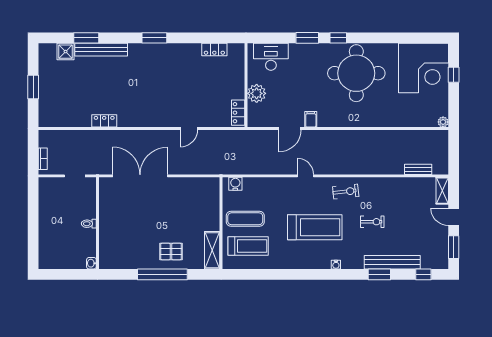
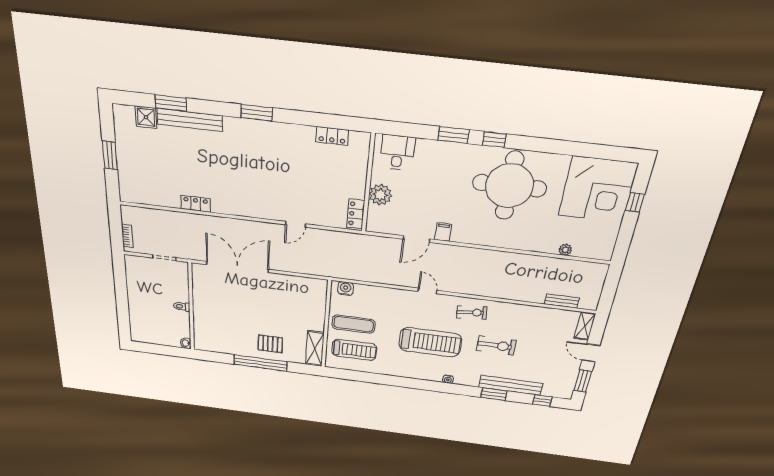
desk: (271, 57) -> (397, 152), width x0.73
plant: (443, 122) -> (565, 250), moved
exercise bike: (372, 222) -> (496, 345), width x1.38, depth x1.39

